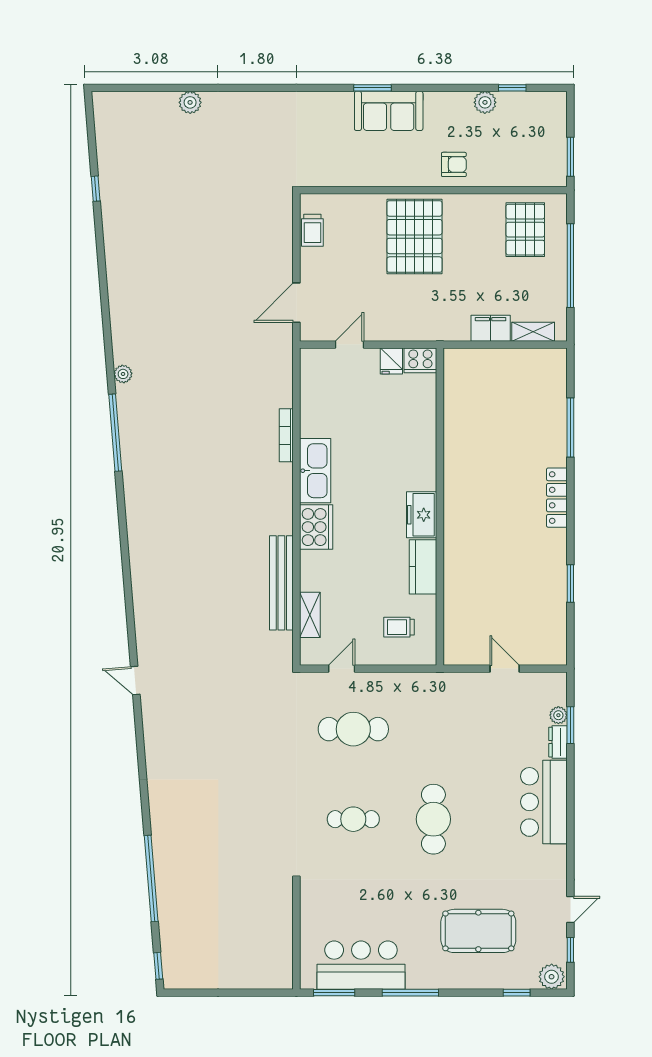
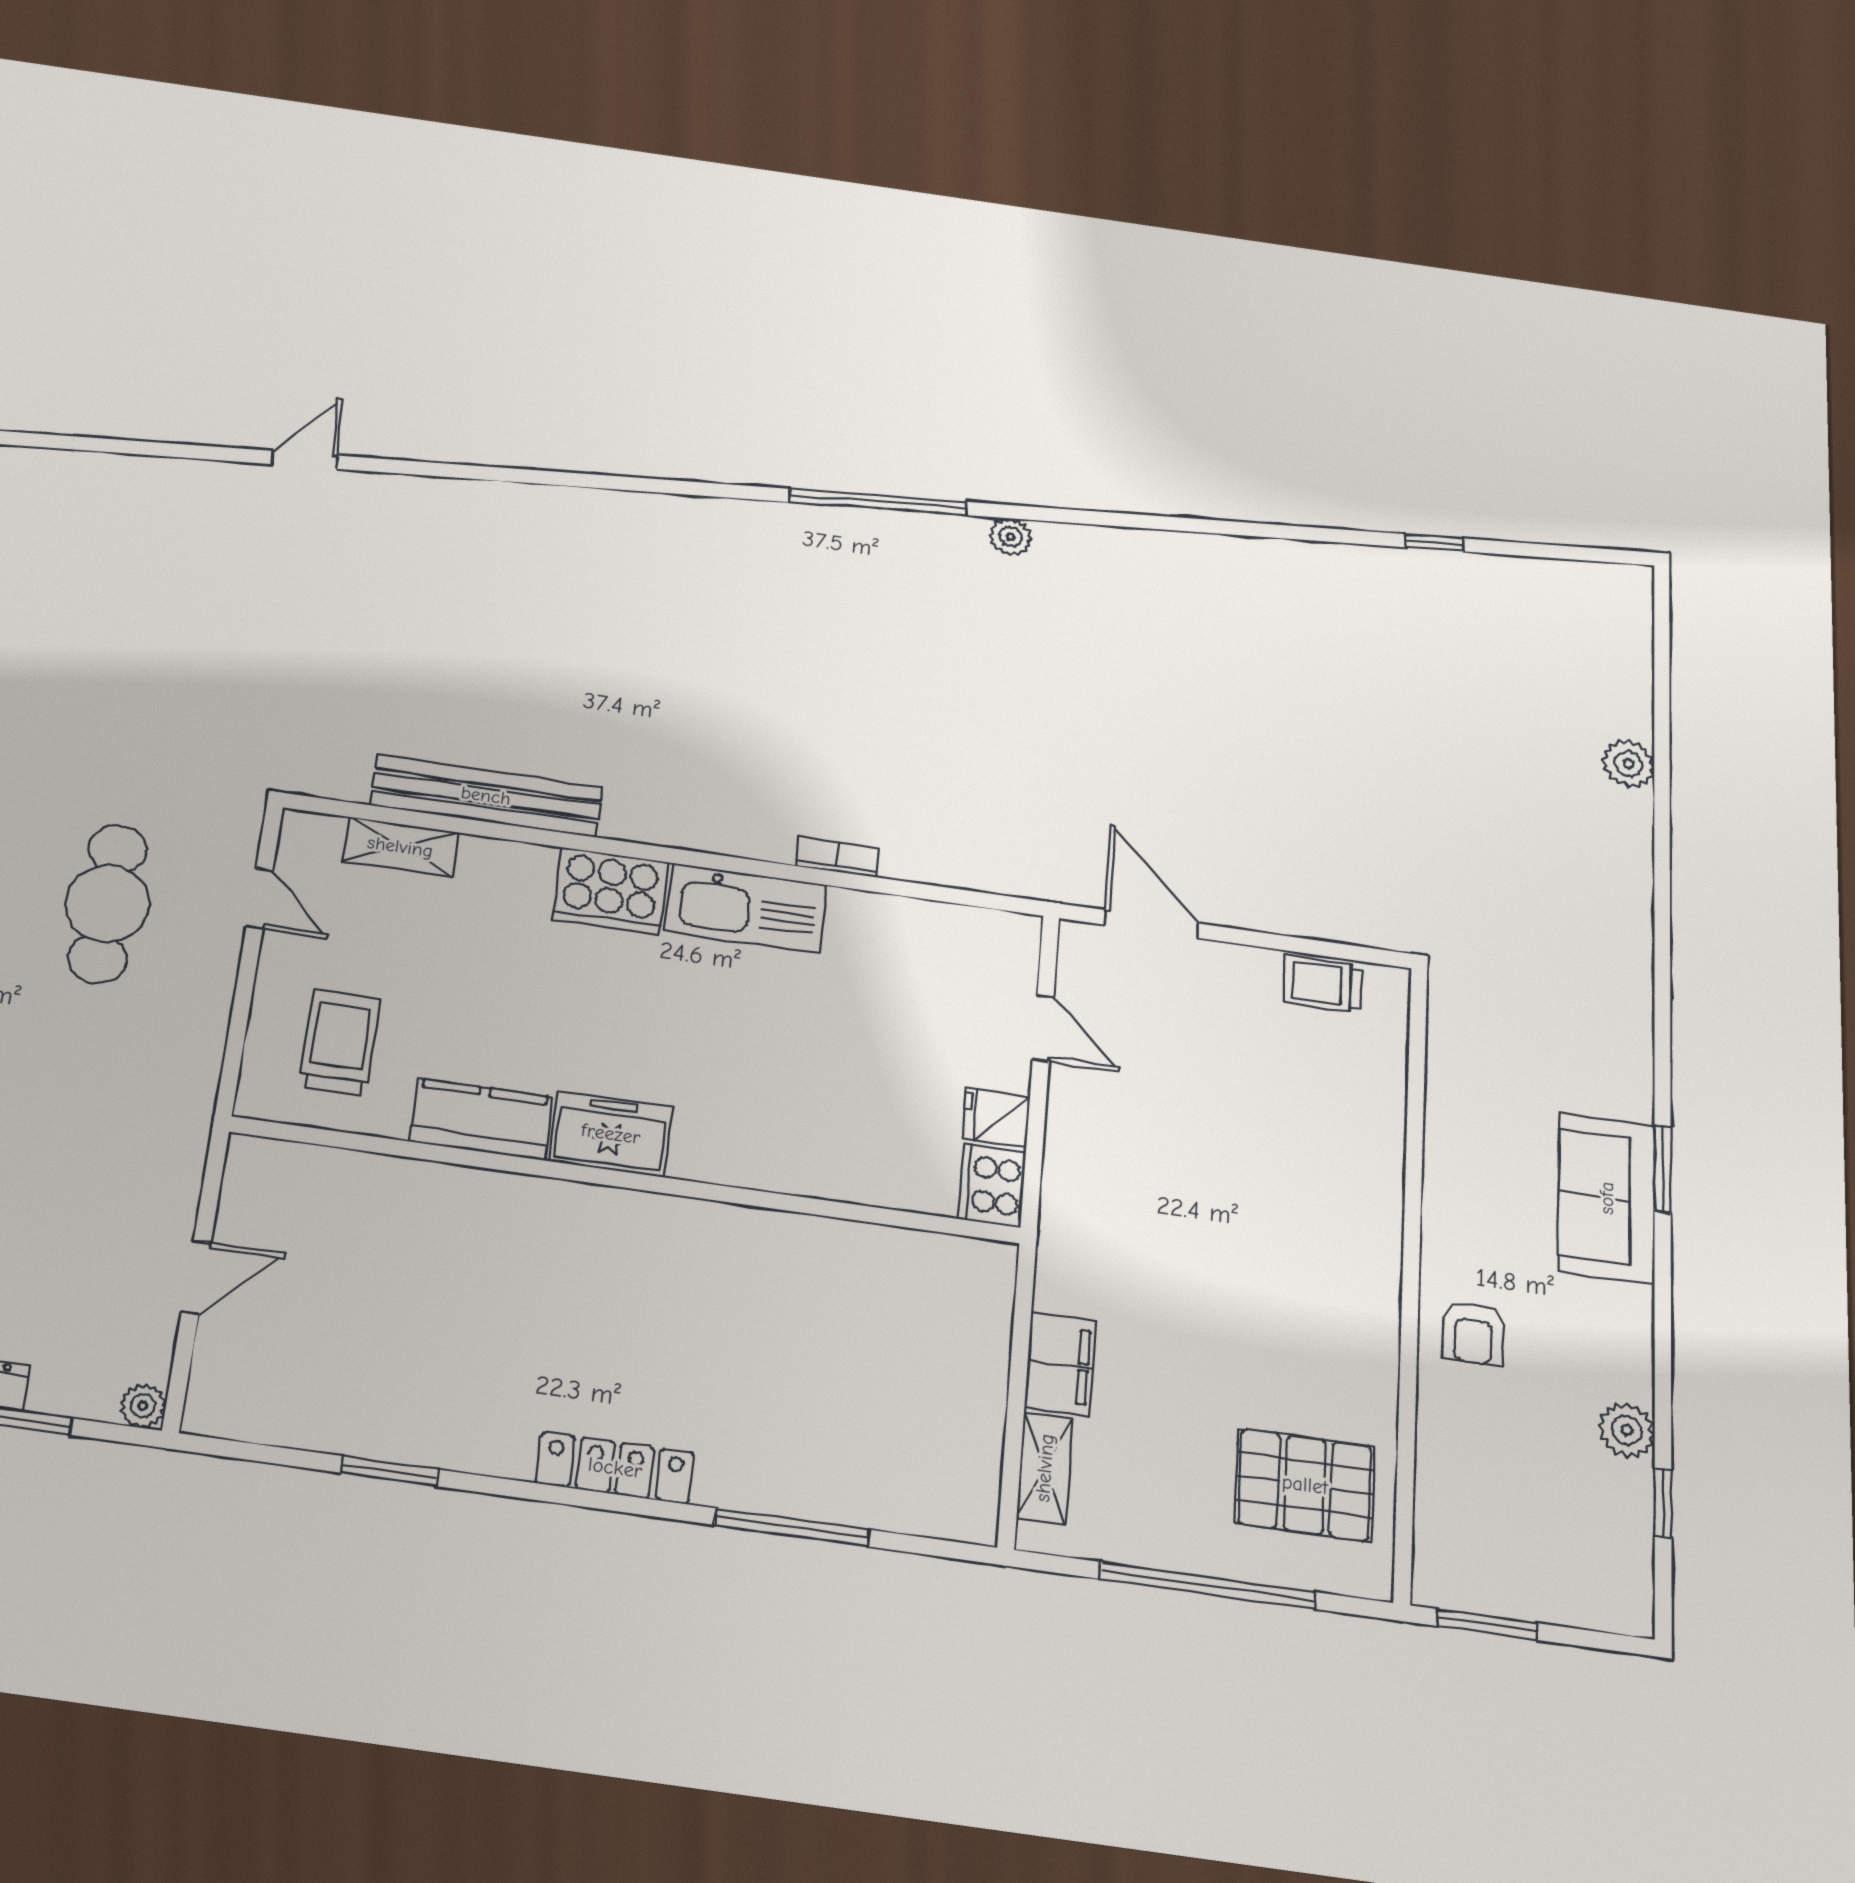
pallet: (414, 237) -> (1298, 1215), removed
bookcase: (286, 435) -> (837, 857), width x0.64
trolley: (399, 627) -> (340, 1043), width x1.36, depth x1.39
plant: (558, 715) -> (143, 1406), moved

